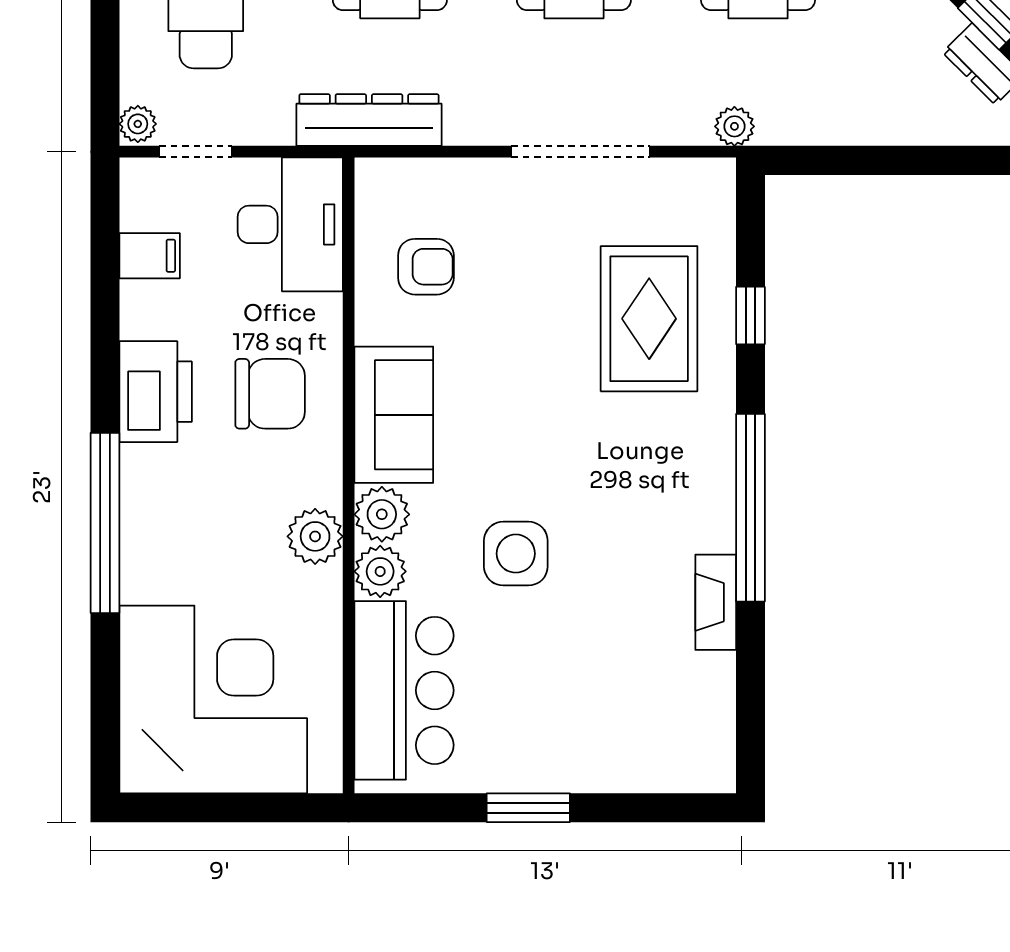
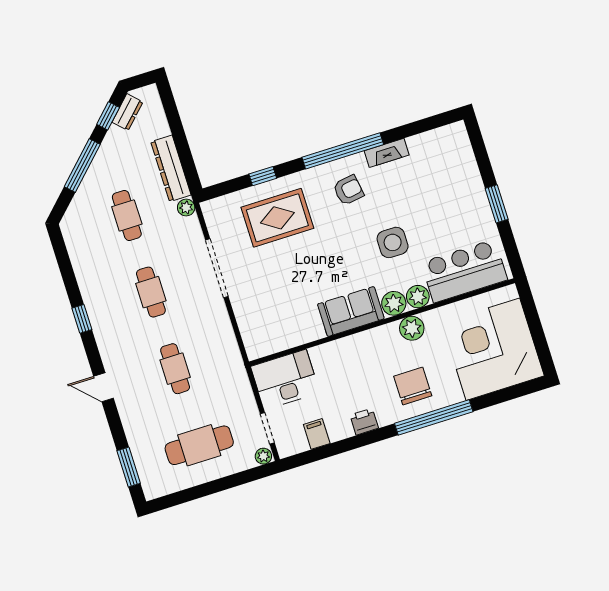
dresser: (369, 120) -> (171, 168), moved
armchair: (426, 267) -> (348, 190), moved, turned 81
printer: (156, 392) -> (364, 422), width x0.53, depth x0.68
chair: (270, 394) -> (413, 386), moved

